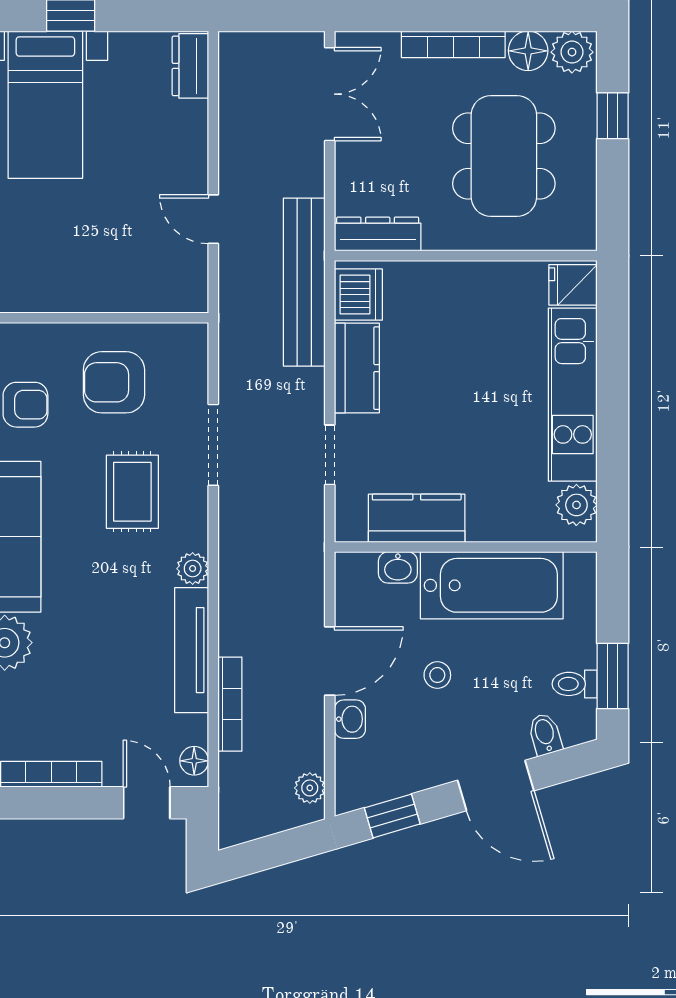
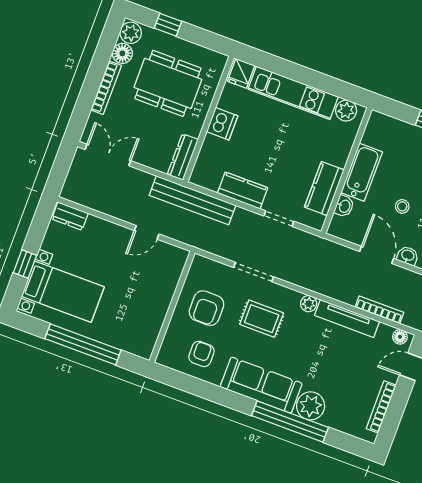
dishwasher: (358, 295) -> (222, 124), moved, turned 90
bathtub: (492, 585) -> (362, 172), width x0.73, depth x0.73

